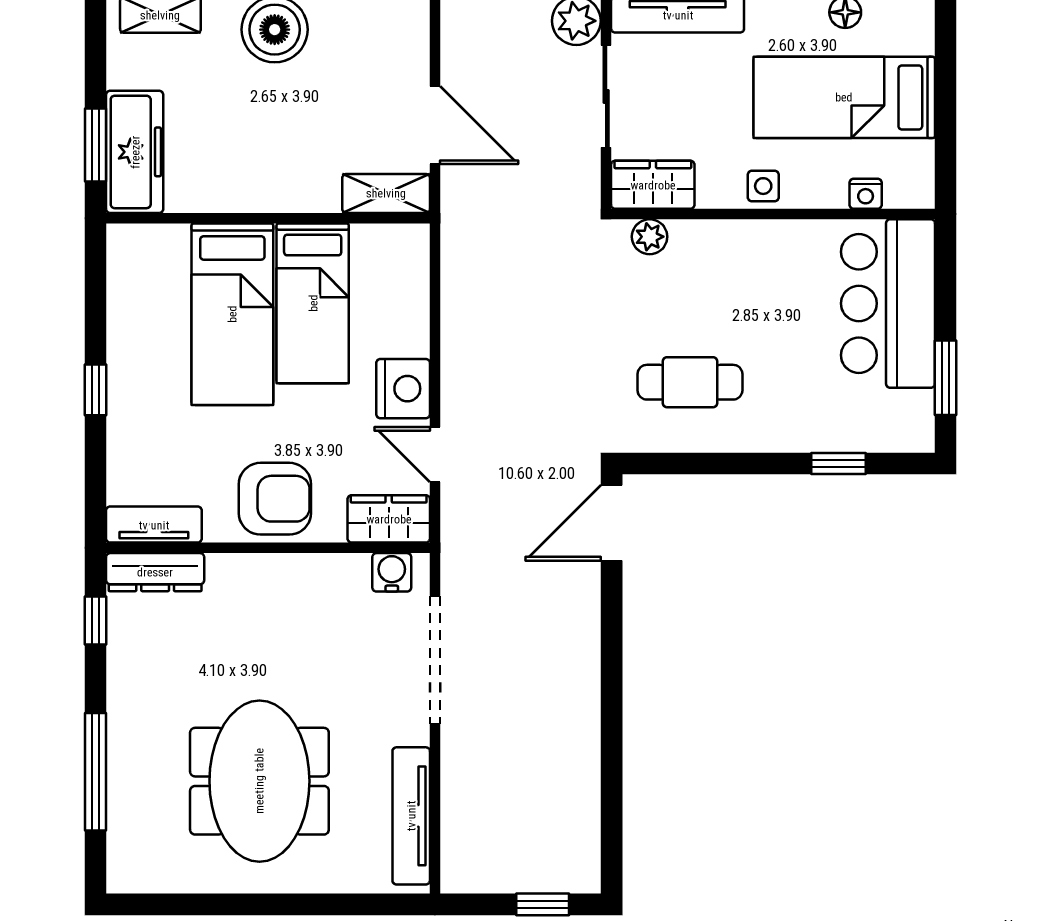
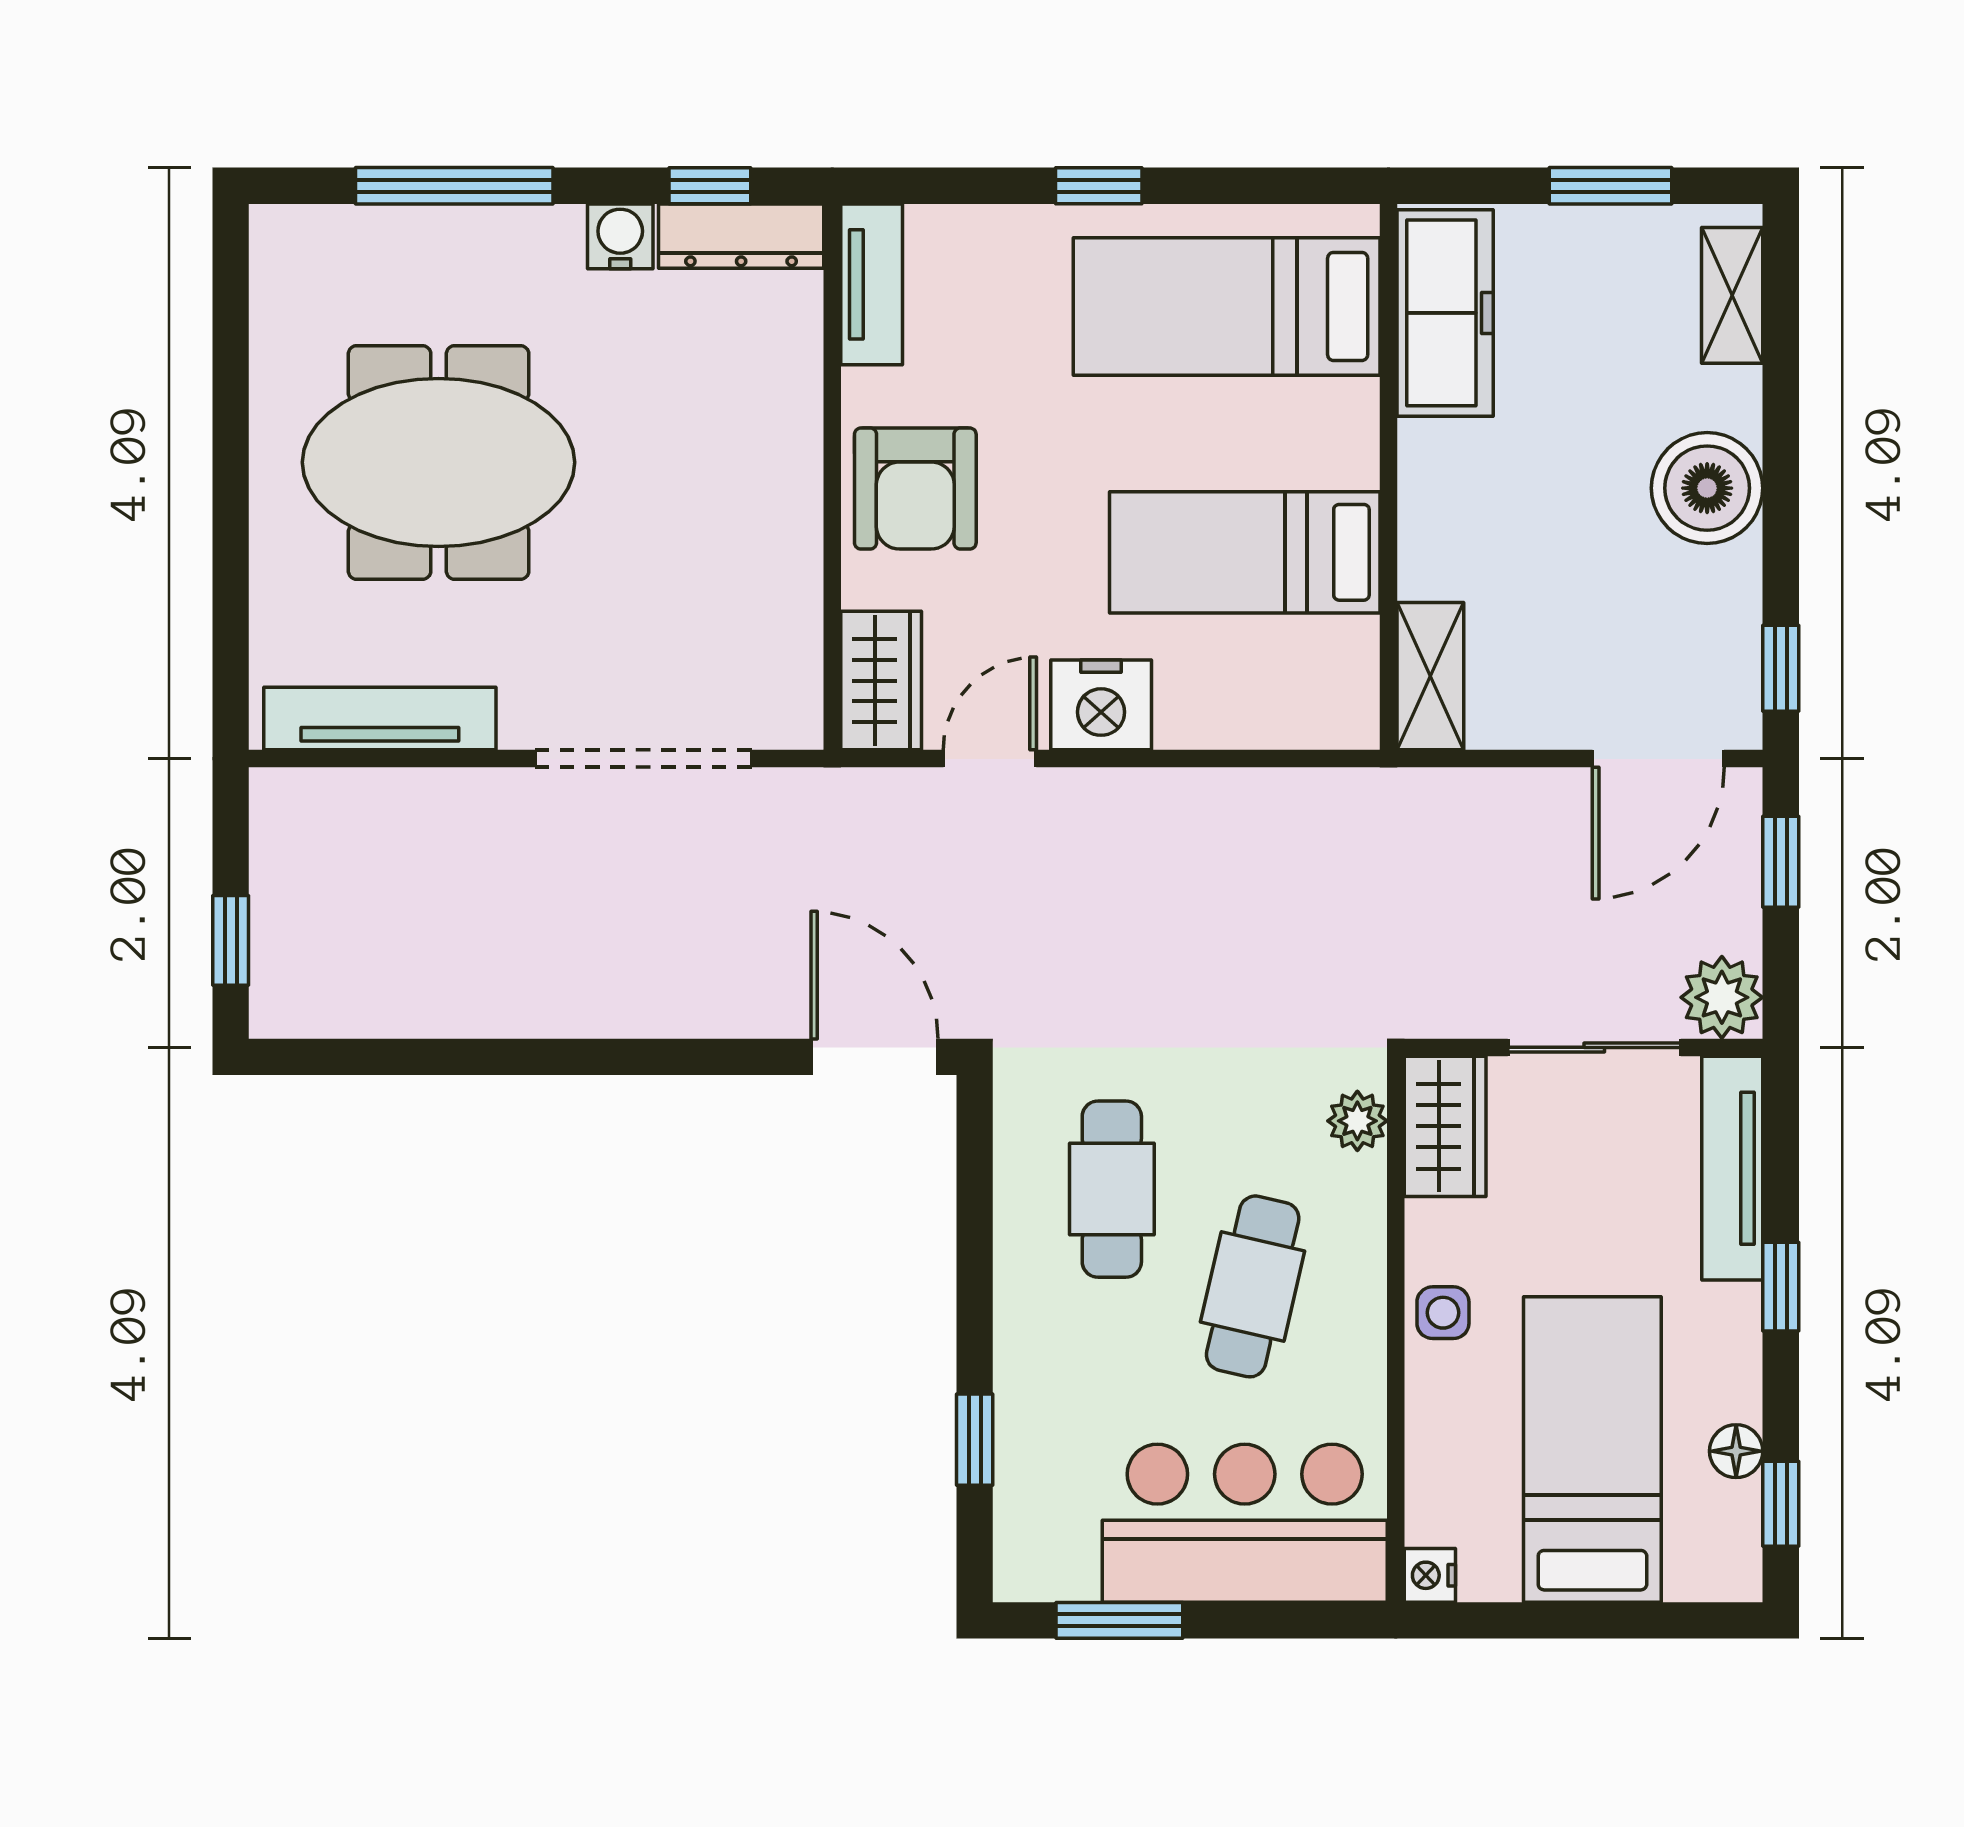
door: (435, 125) -> (1658, 759), moved
window: (96, 145) -> (1611, 186), moved
freezer: (135, 152) -> (1445, 313), moved, turned -90
nightstand: (866, 194) -> (1430, 1575), moved
cafe table: (748, 299) -> (1253, 1286), added
bed: (232, 314) -> (1227, 306), moved
dresser: (155, 572) -> (741, 236), moved, turned -90
water cooler: (392, 572) -> (620, 236), moved, turned -90

